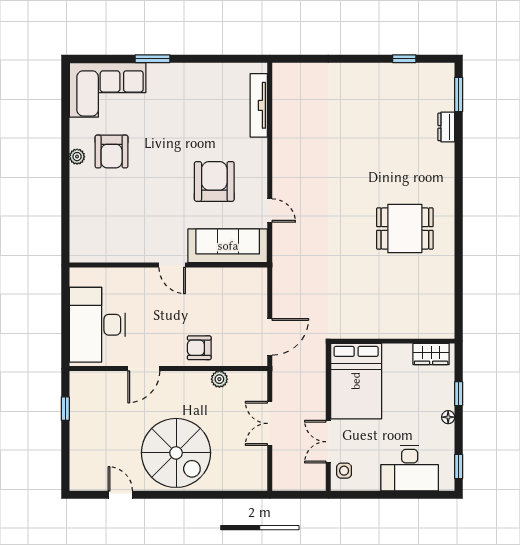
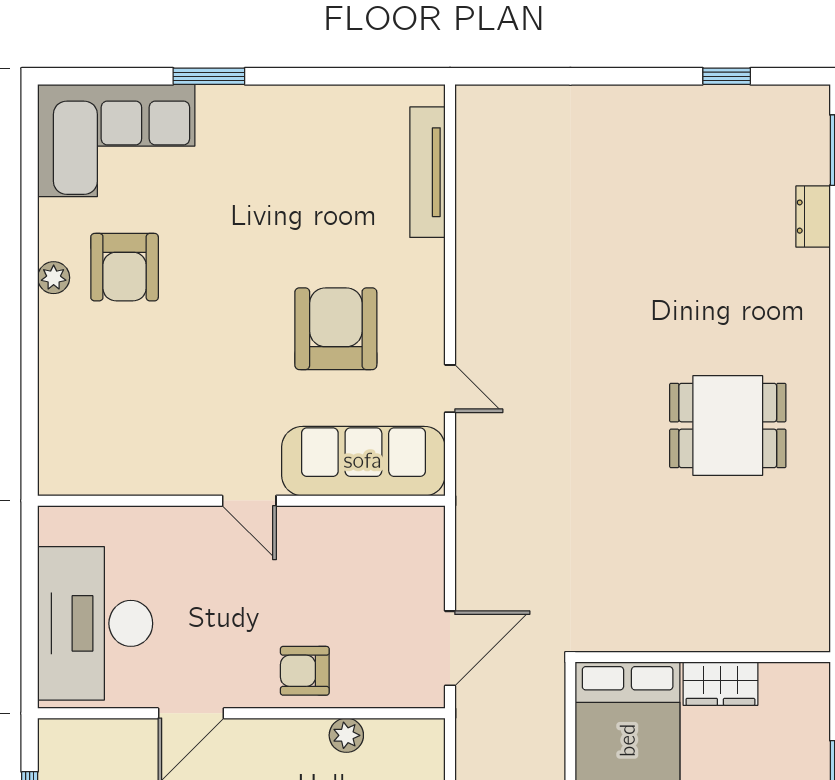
wardrobe: (431, 354) -> (720, 684), moved

